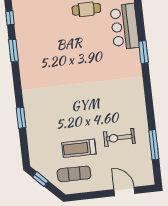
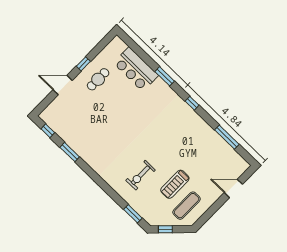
window: (148, 93) -> (192, 103), added
window: (21, 118) -> (133, 214), moved
exercise bike: (119, 138) -> (141, 175), moved

